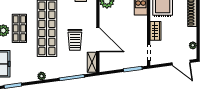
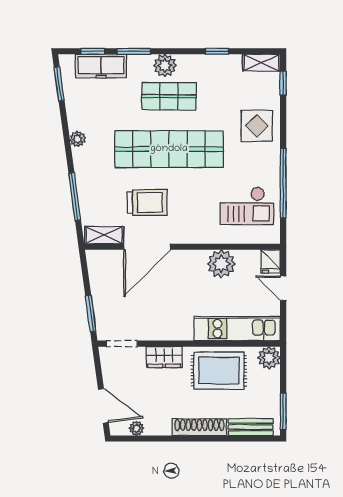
trolley: (75, 40) -> (147, 203), turned 180
door: (181, 63) -> (103, 406), swing flipped

